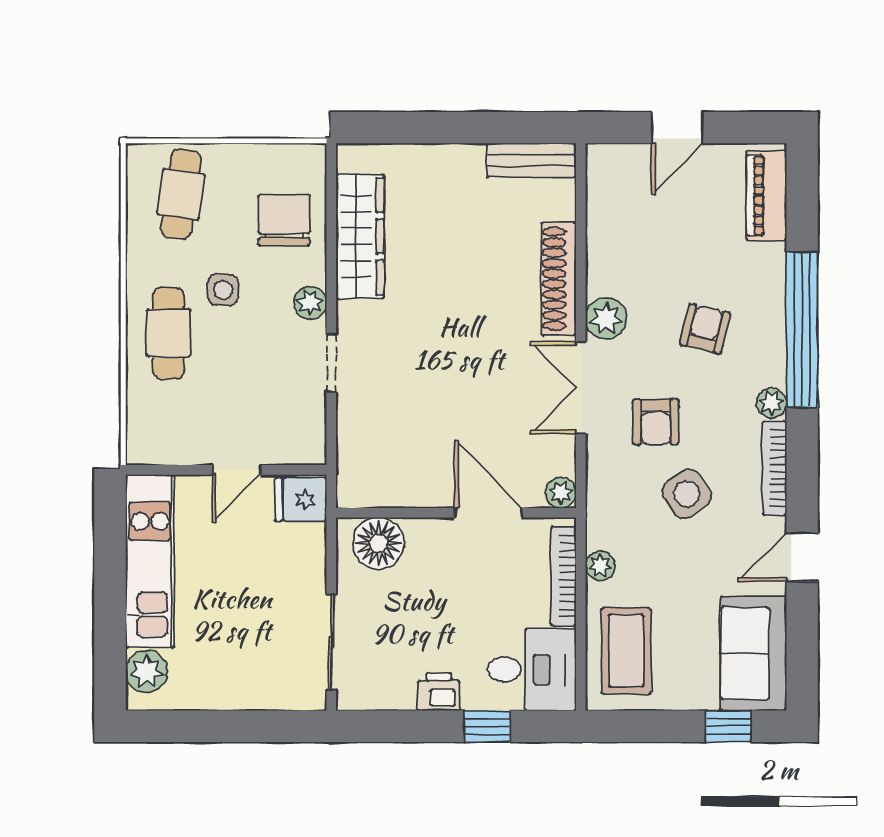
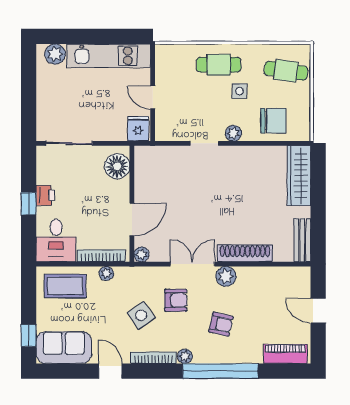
wardrobe: (360, 236) -> (299, 176), moved, turned 90
armchair: (656, 422) -> (176, 300), turned 180
window: (487, 726) -> (29, 204), moved

